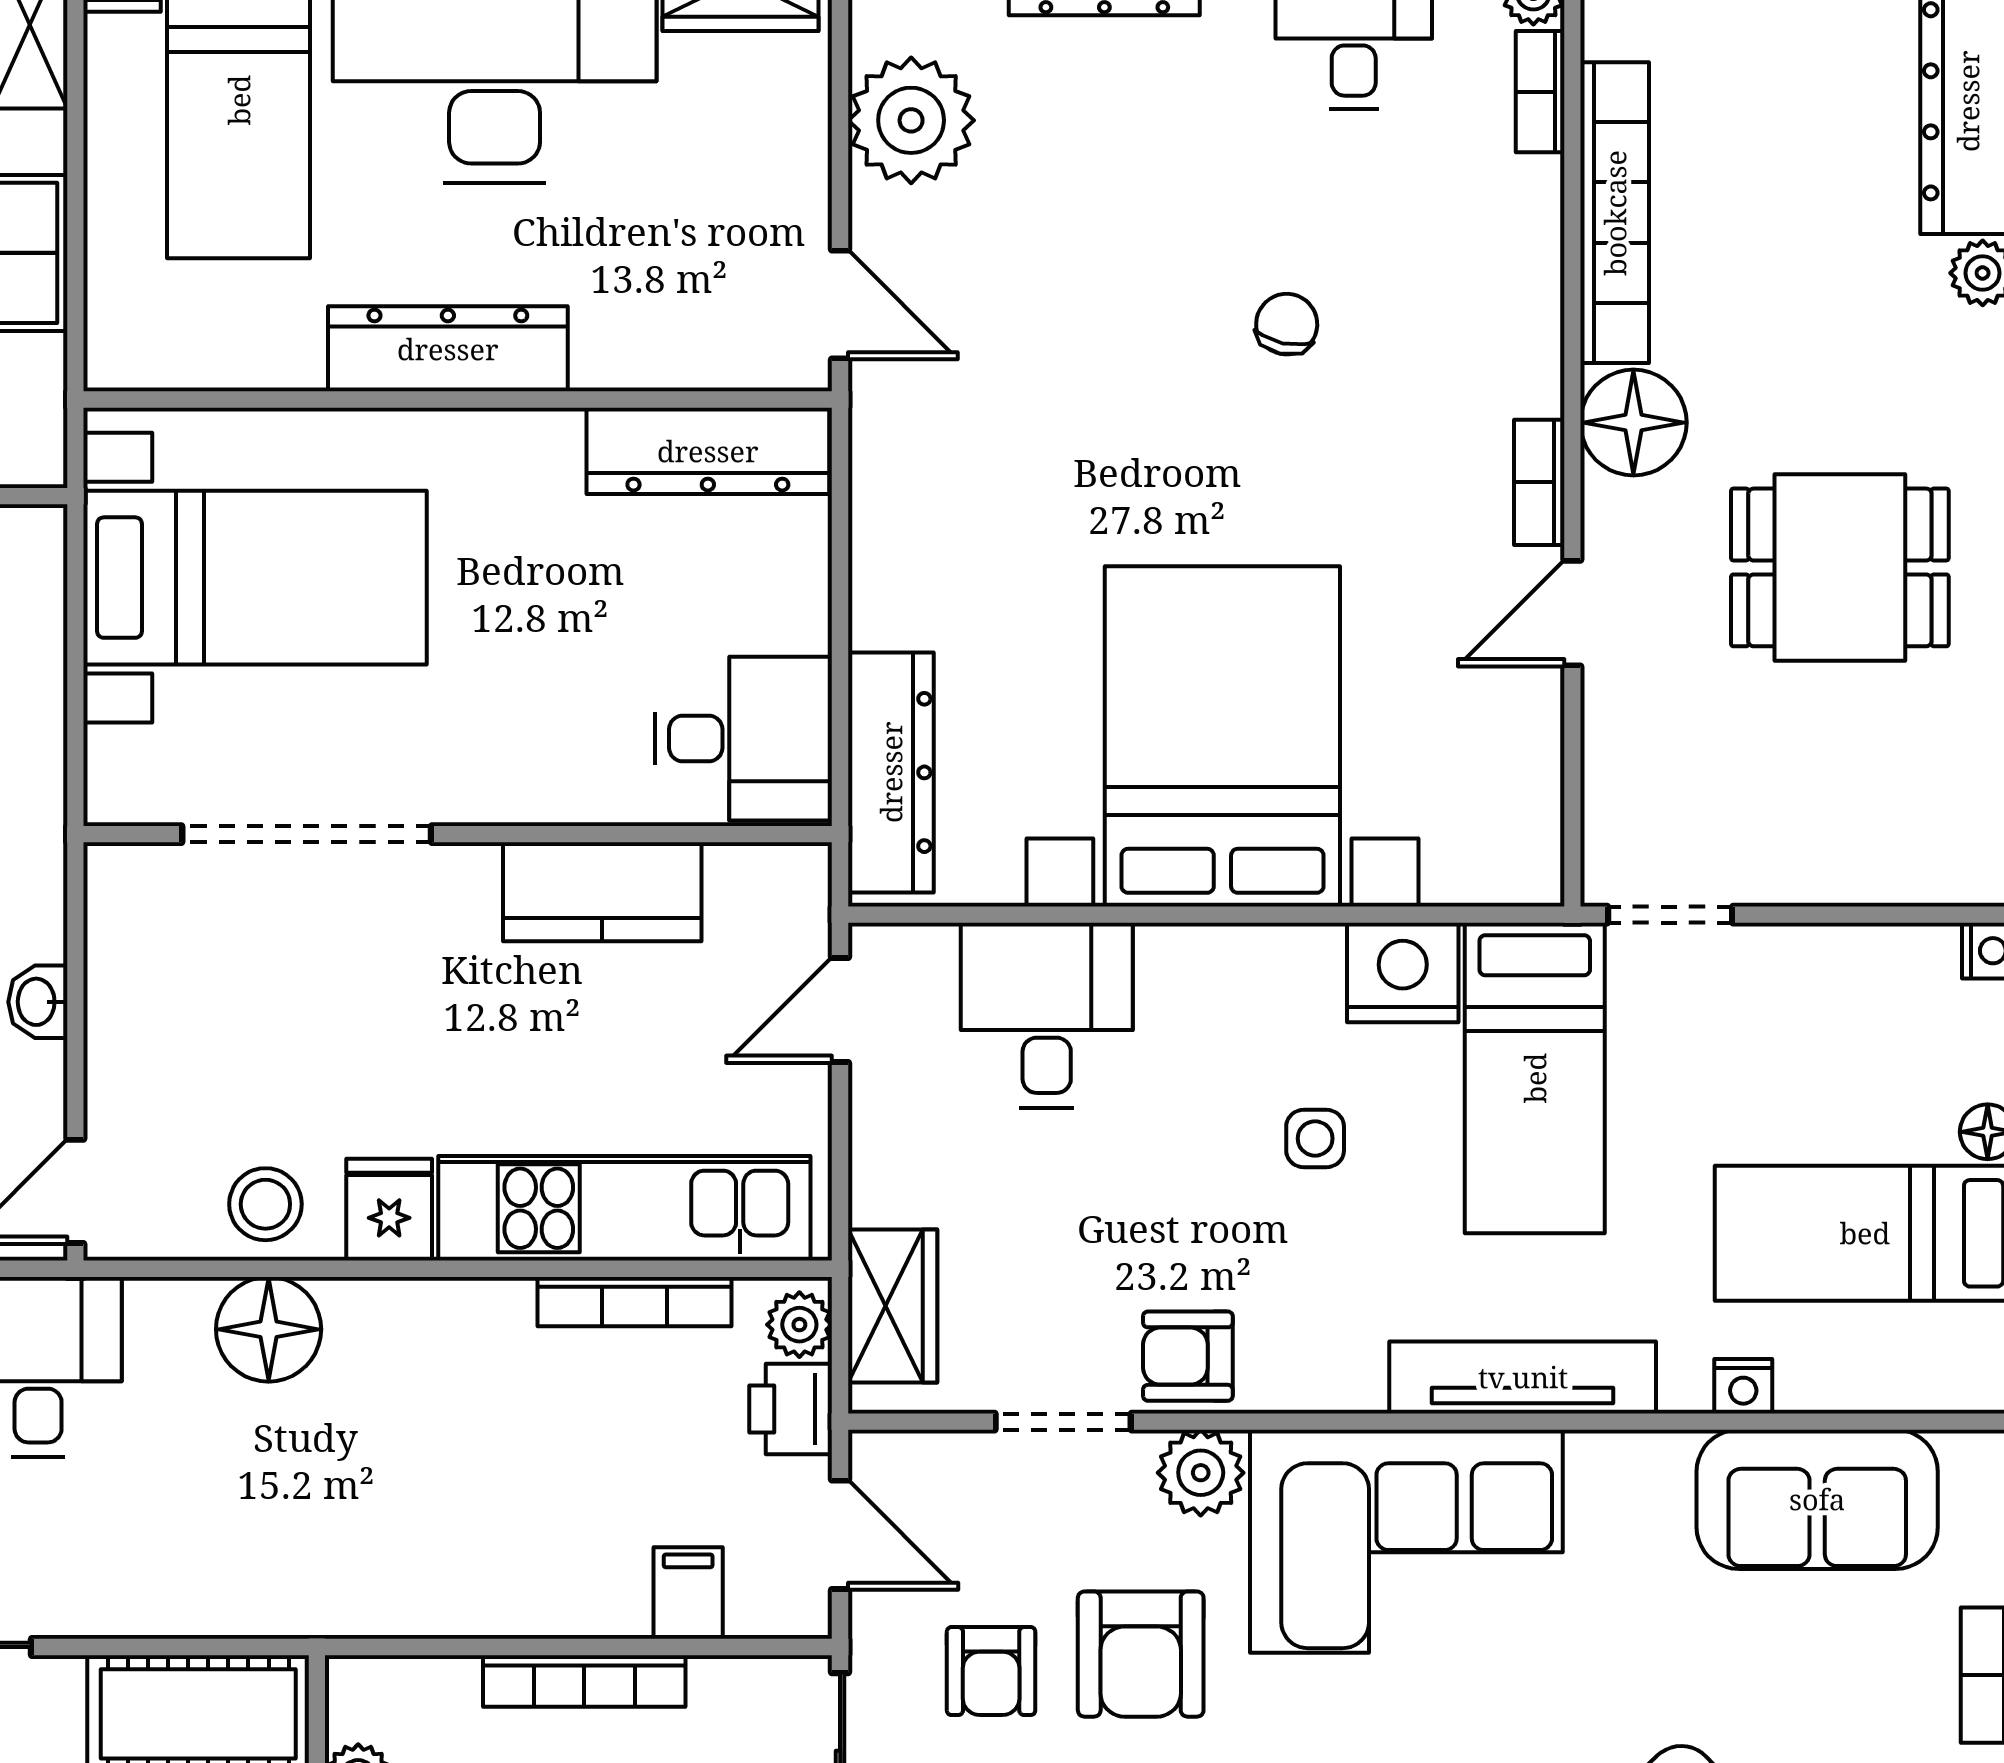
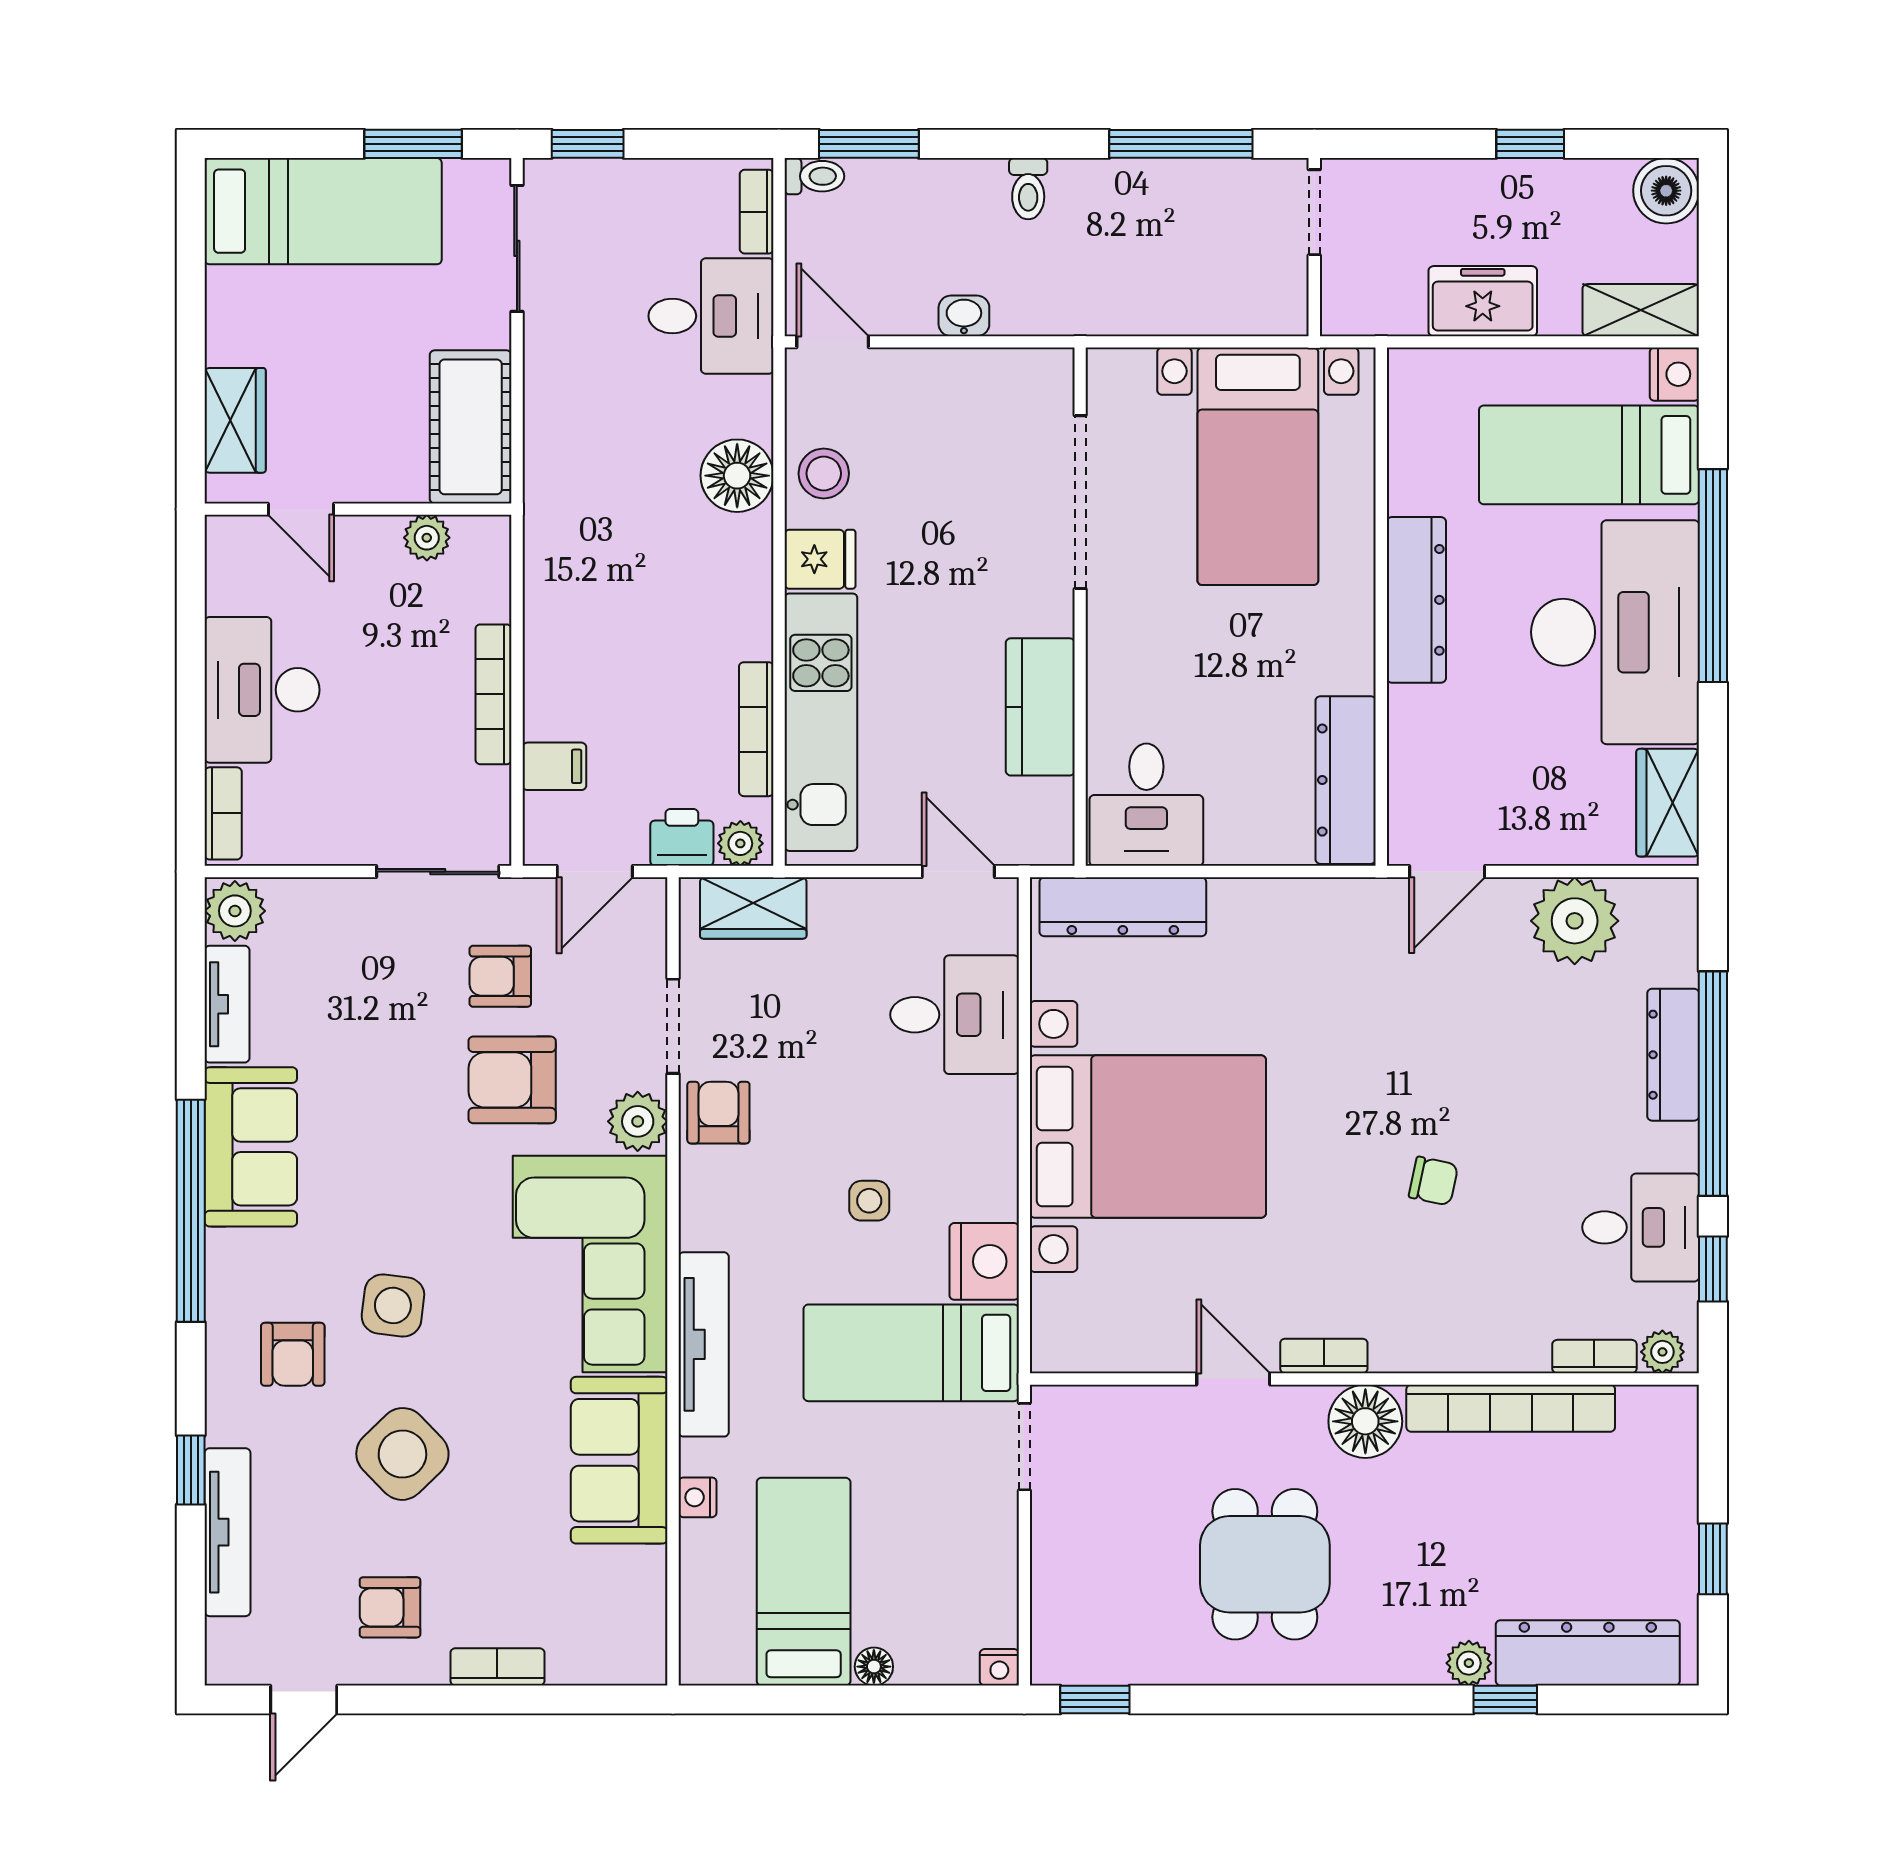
sofa: (1817, 1499) -> (619, 1460), moved

